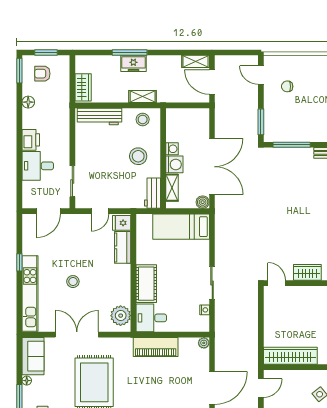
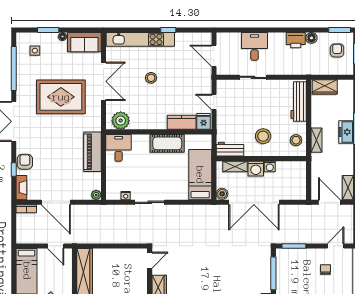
door: (212, 82) -> (329, 202), hinge flipped
printer: (31, 140) -> (296, 40), moved
sliding door: (72, 181) -> (253, 77), moved
cot: (146, 284) -> (167, 143), moved

